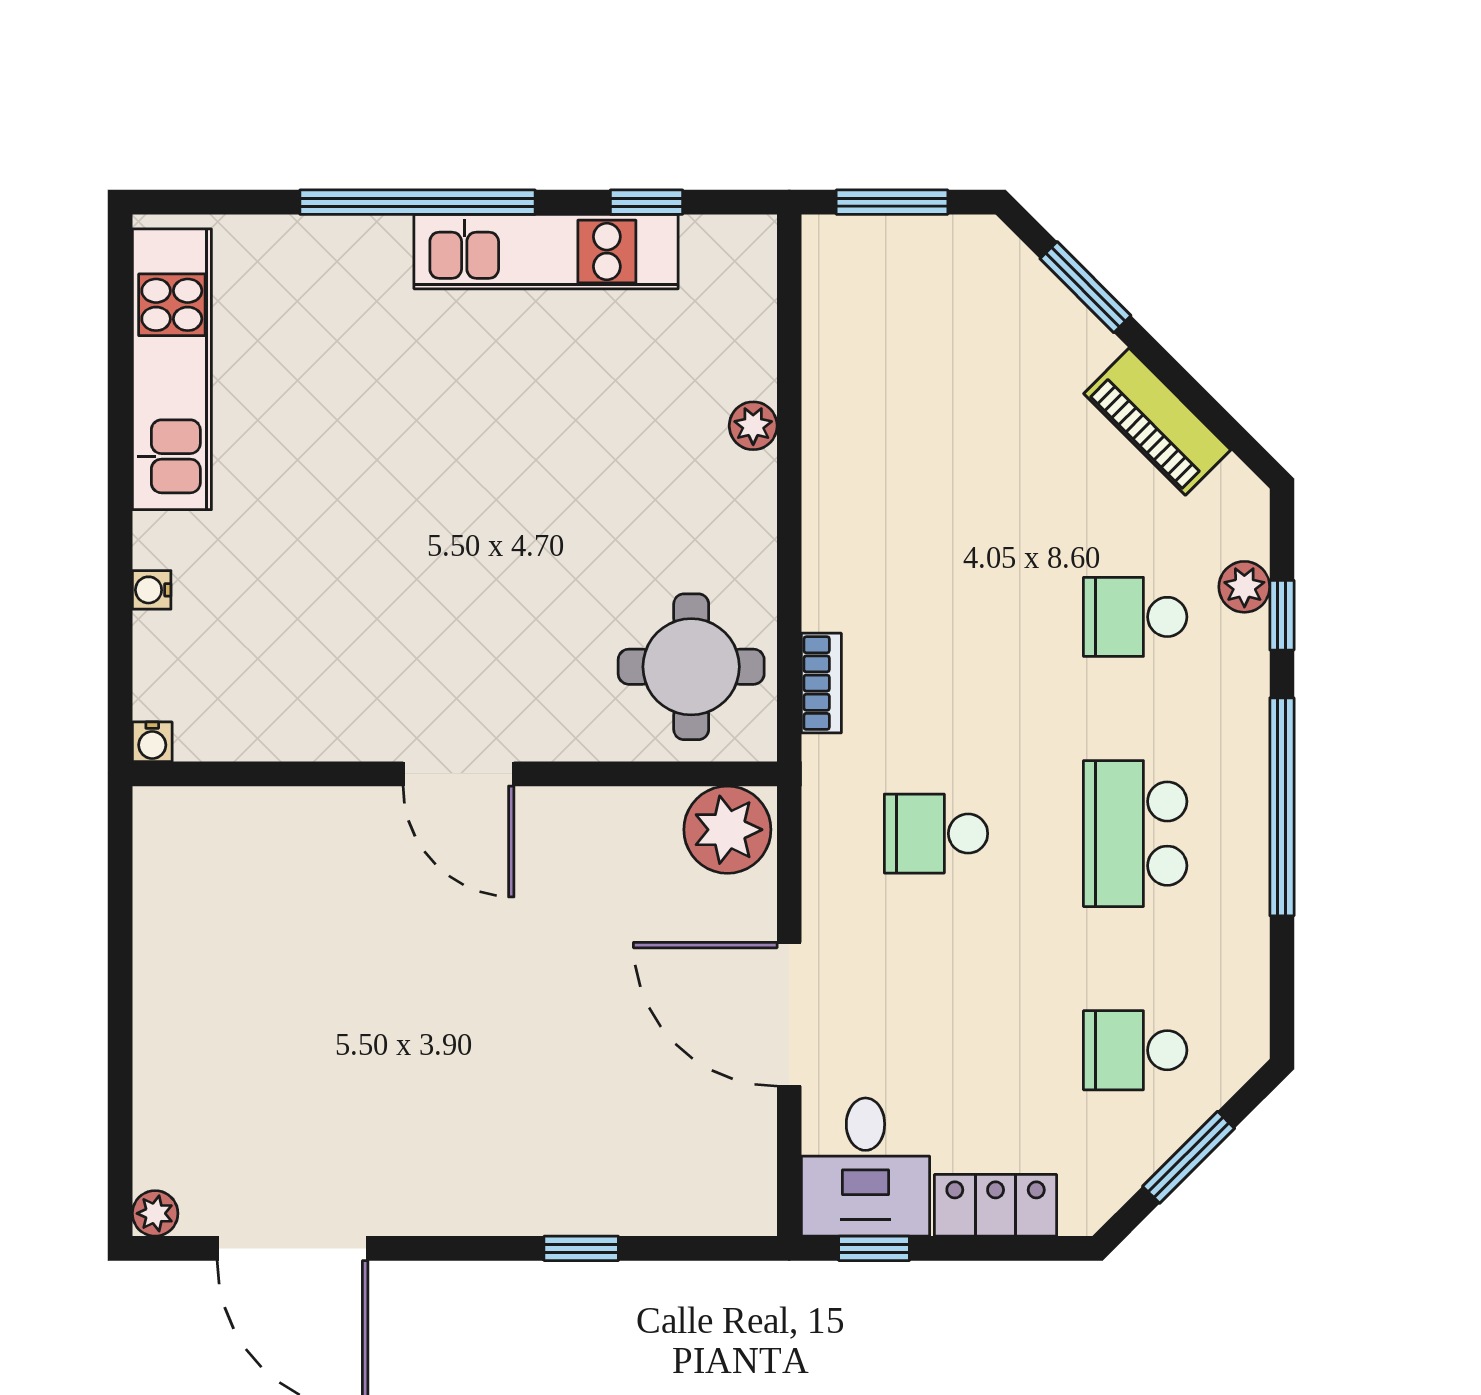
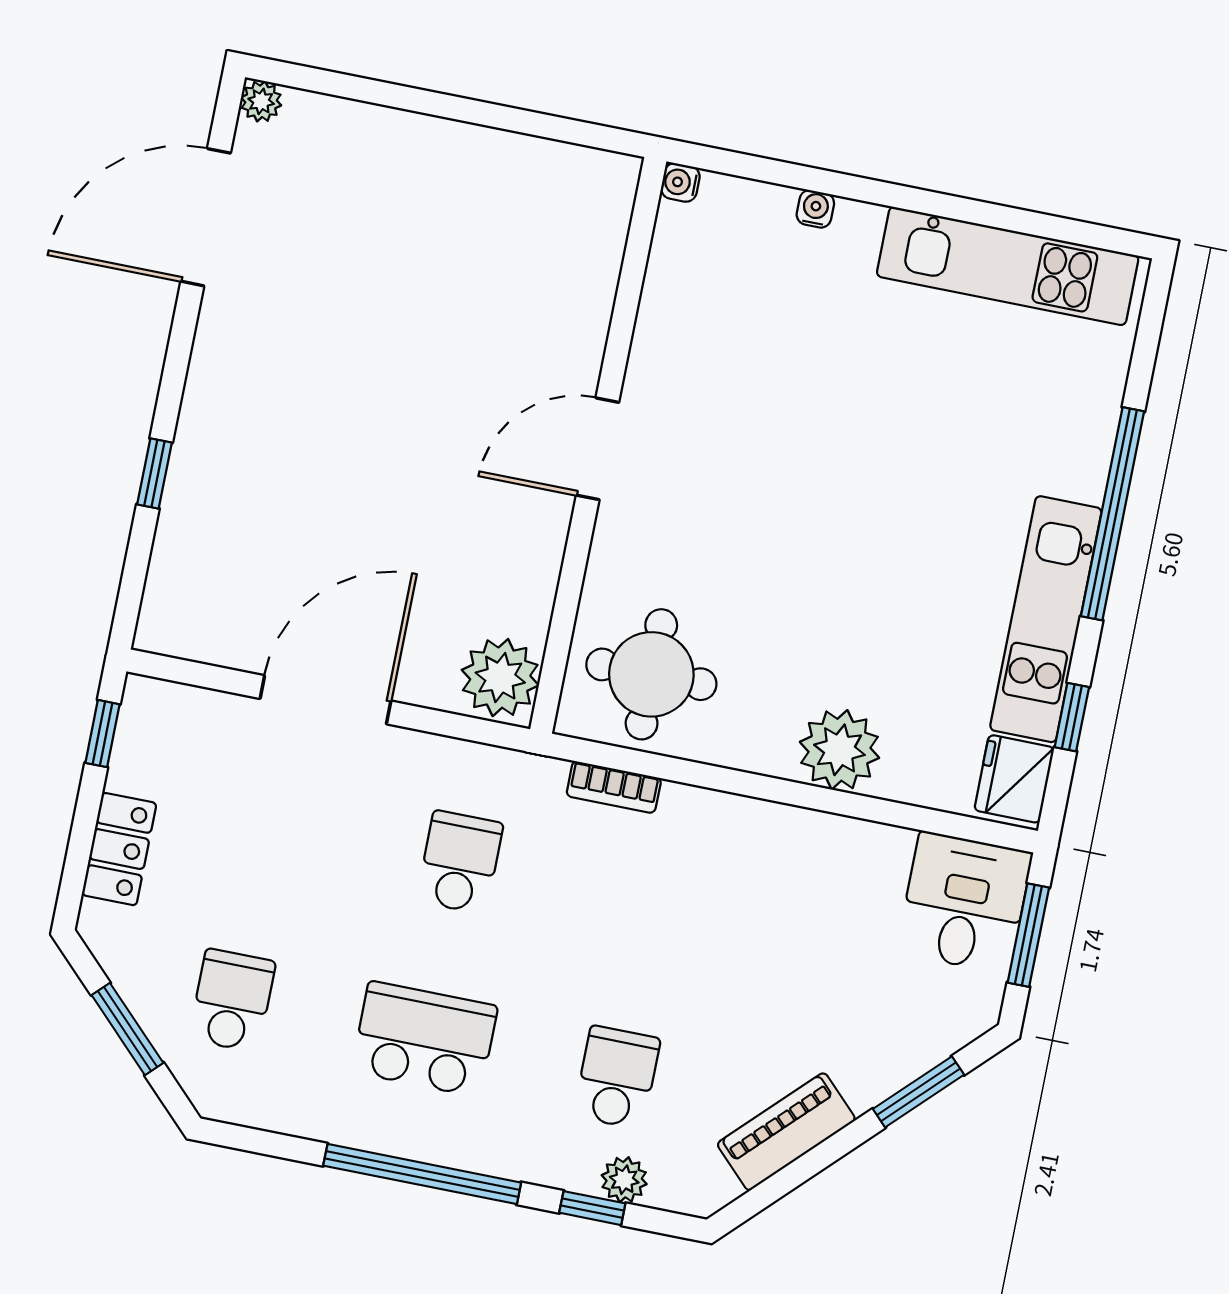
fridge: (726, 251) -> (1014, 779), added
plant: (753, 426) -> (839, 750), width x1.88, depth x1.88
desk: (865, 1167) -> (964, 902), moved, turned 90

